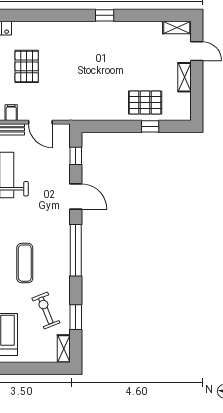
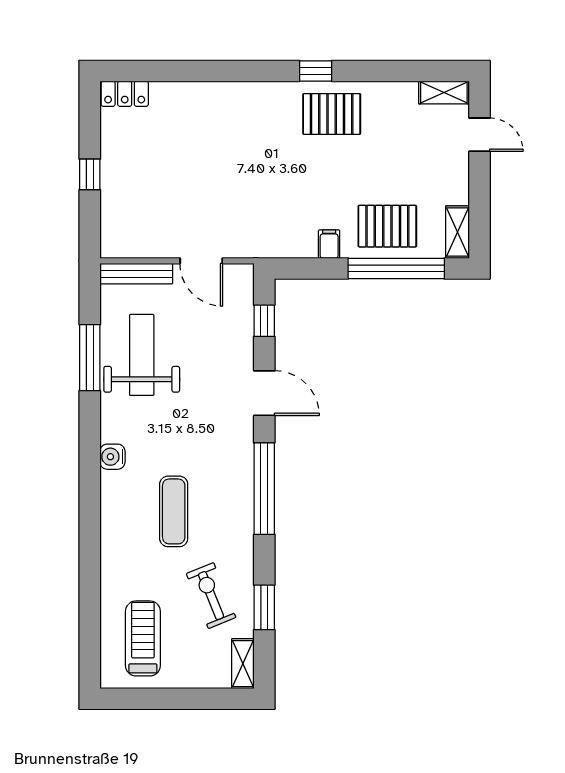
pallet: (27, 66) -> (332, 114), moved, turned 90
shelving: (184, 77) -> (457, 232), moved
filing cabinet: (11, 113) -> (329, 244), moved
window: (150, 126) -> (396, 268), width x3.17

